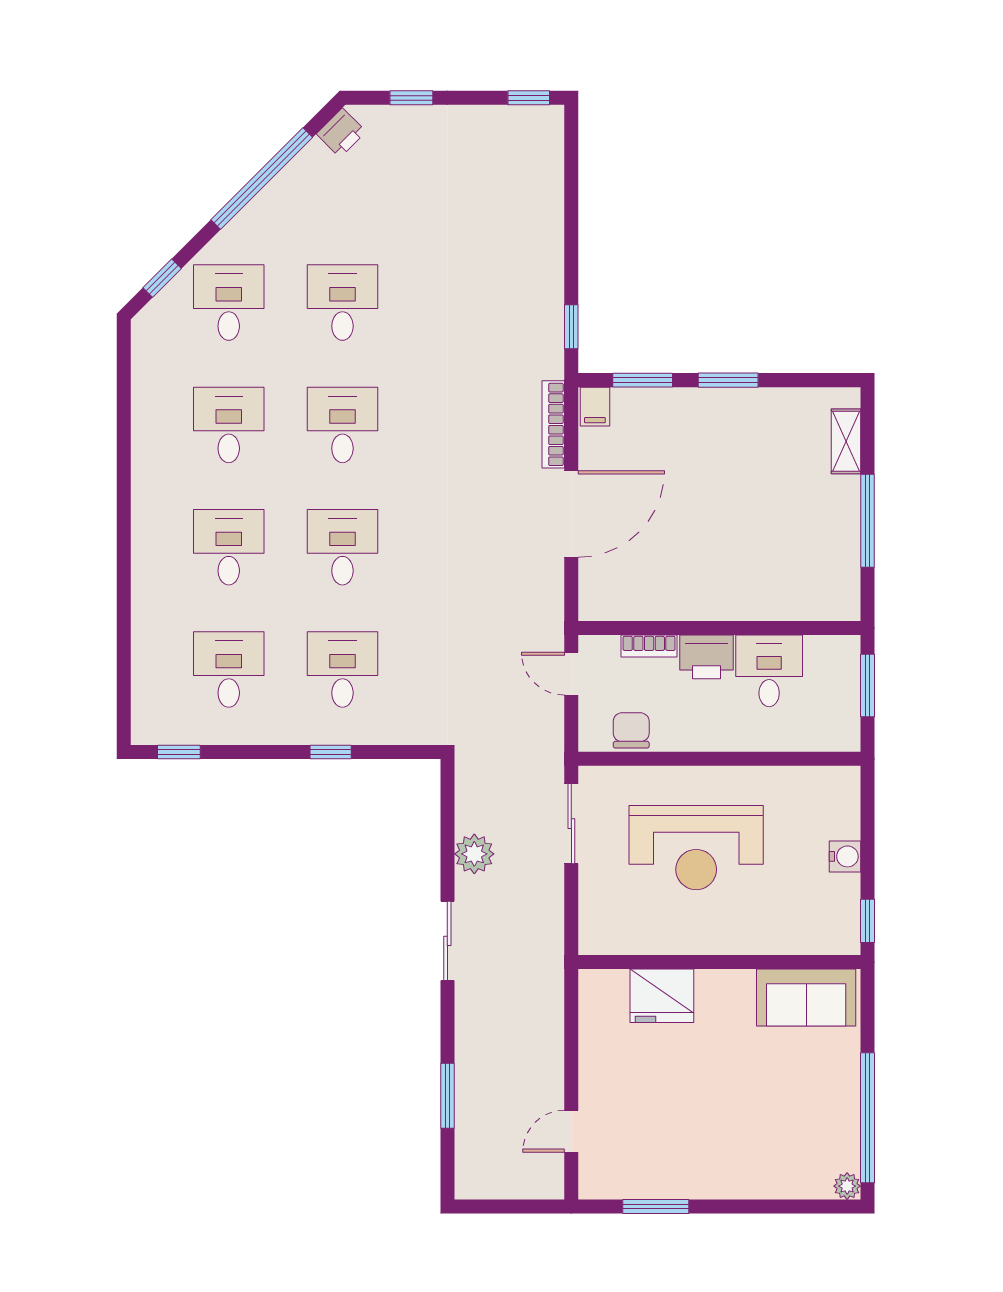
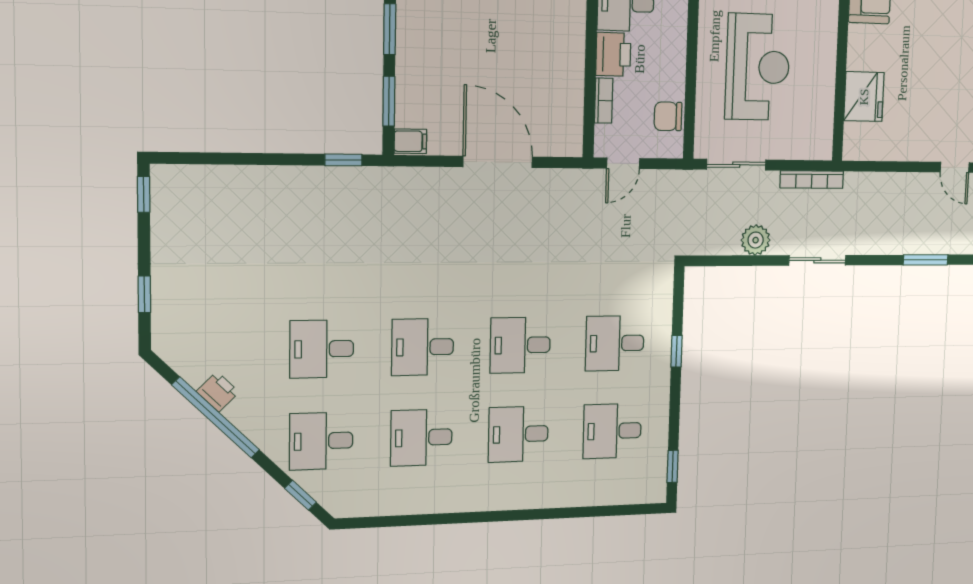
printer: (341, 133) -> (218, 392), moved
bookcase: (553, 424) -> (812, 180), moved

